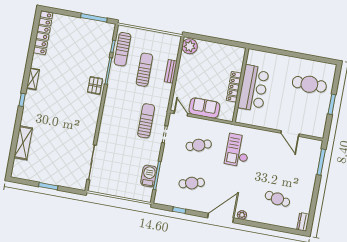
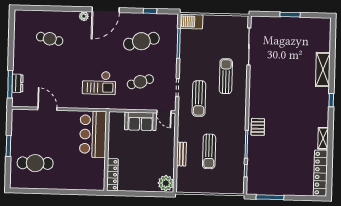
sun lounger: (123, 49) -> (226, 76), moved
shelving: (33, 79) -> (323, 138), moved
locker: (234, 87) -> (112, 175), moved
bar counter: (253, 88) -> (93, 134), moved
shelving: (23, 143) -> (323, 70), moved
checkout: (238, 150) -> (99, 83), turned 90
barbecue: (149, 176) -> (191, 22), moved, turned 90
cafe table: (192, 183) -> (141, 41), width x1.37, depth x1.35
dresser: (303, 222) -> (18, 83), moved

